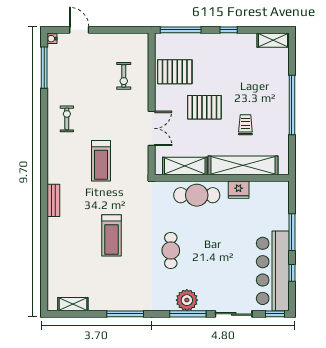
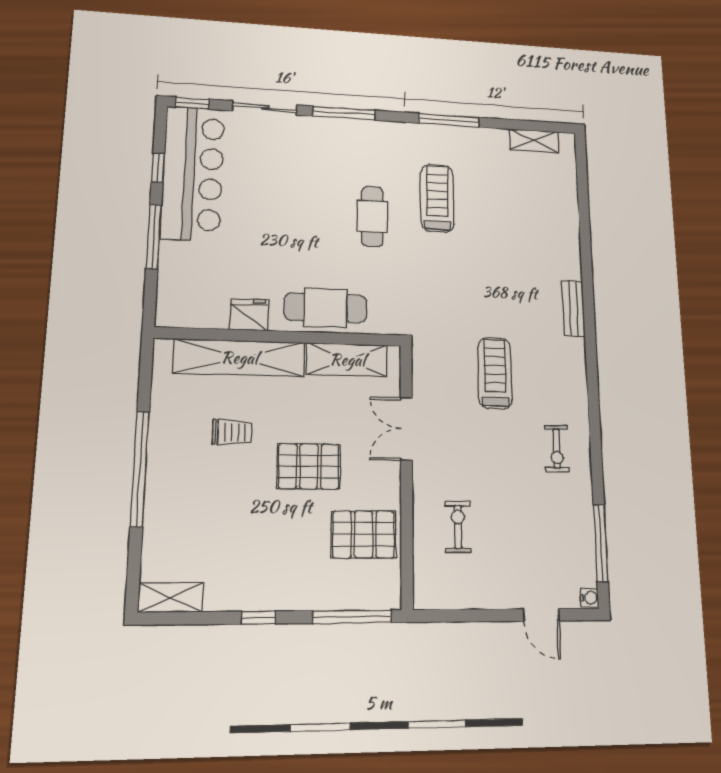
trolley: (245, 125) -> (232, 432), turned -90
treadmill: (111, 235) -> (437, 198), moved
plant: (187, 300) -> (345, 135), removed

